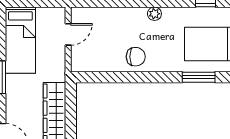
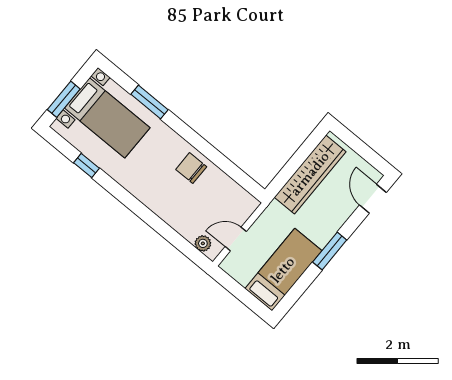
plant: (154, 14) -> (203, 243), moved

